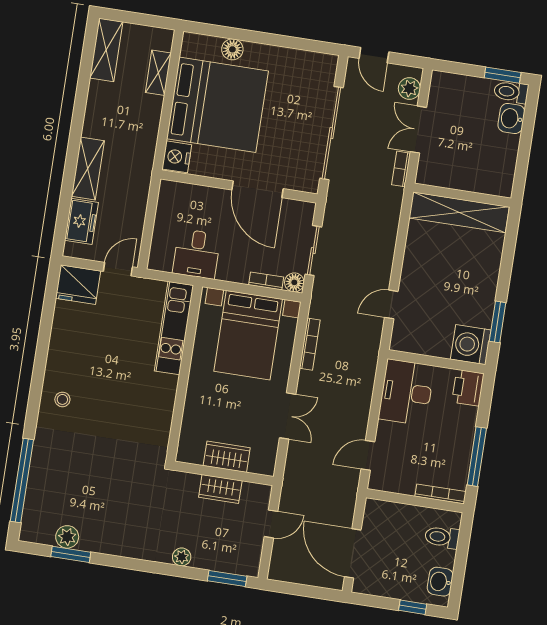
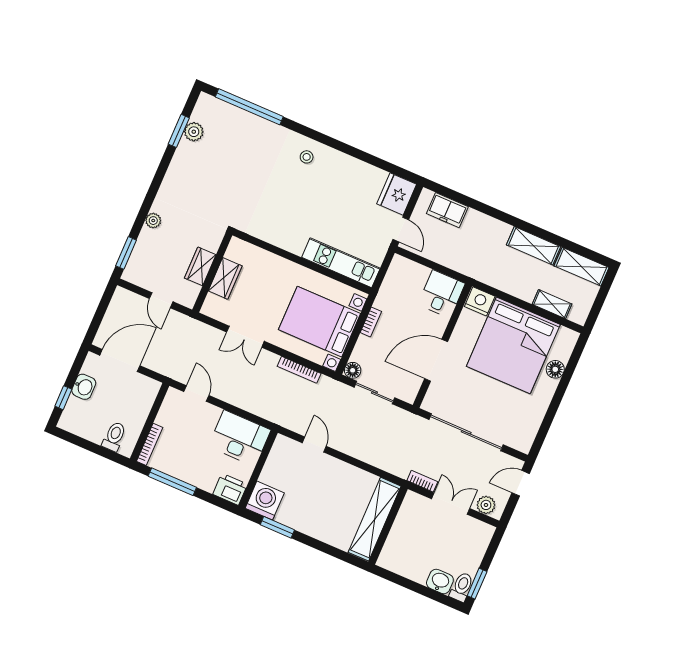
shelving: (88, 169) -> (533, 246), moved
desk: (197, 254) -> (441, 294), moved, turned 90
bookcase: (266, 281) -> (371, 322), moved
washbasin: (440, 582) -> (84, 387), moved, turned 90

